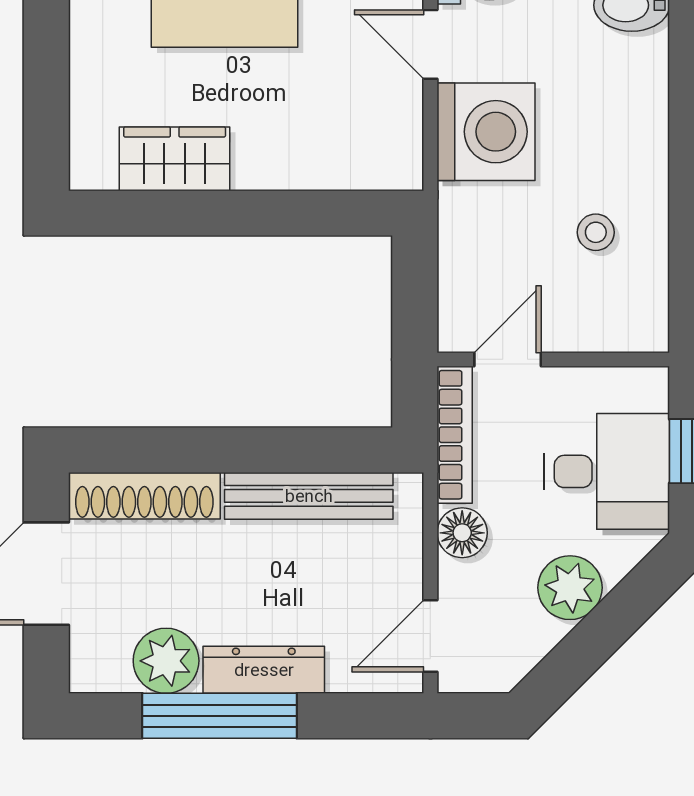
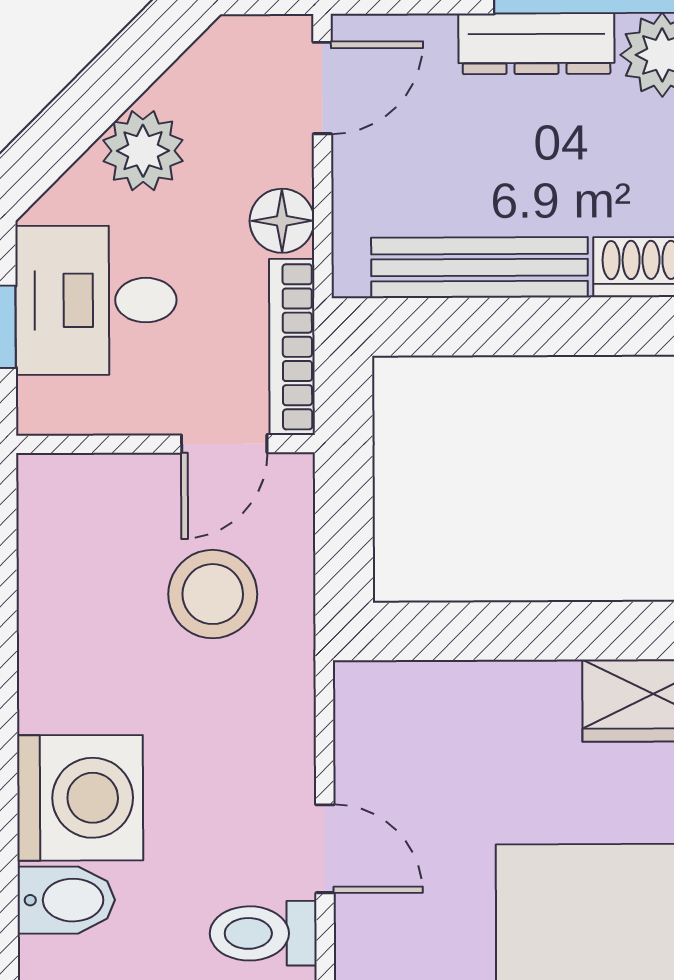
washing machine: (486, 132) -> (80, 798), moved, turned 180
stool: (596, 232) -> (213, 594), moved, width x1.89, depth x1.89

